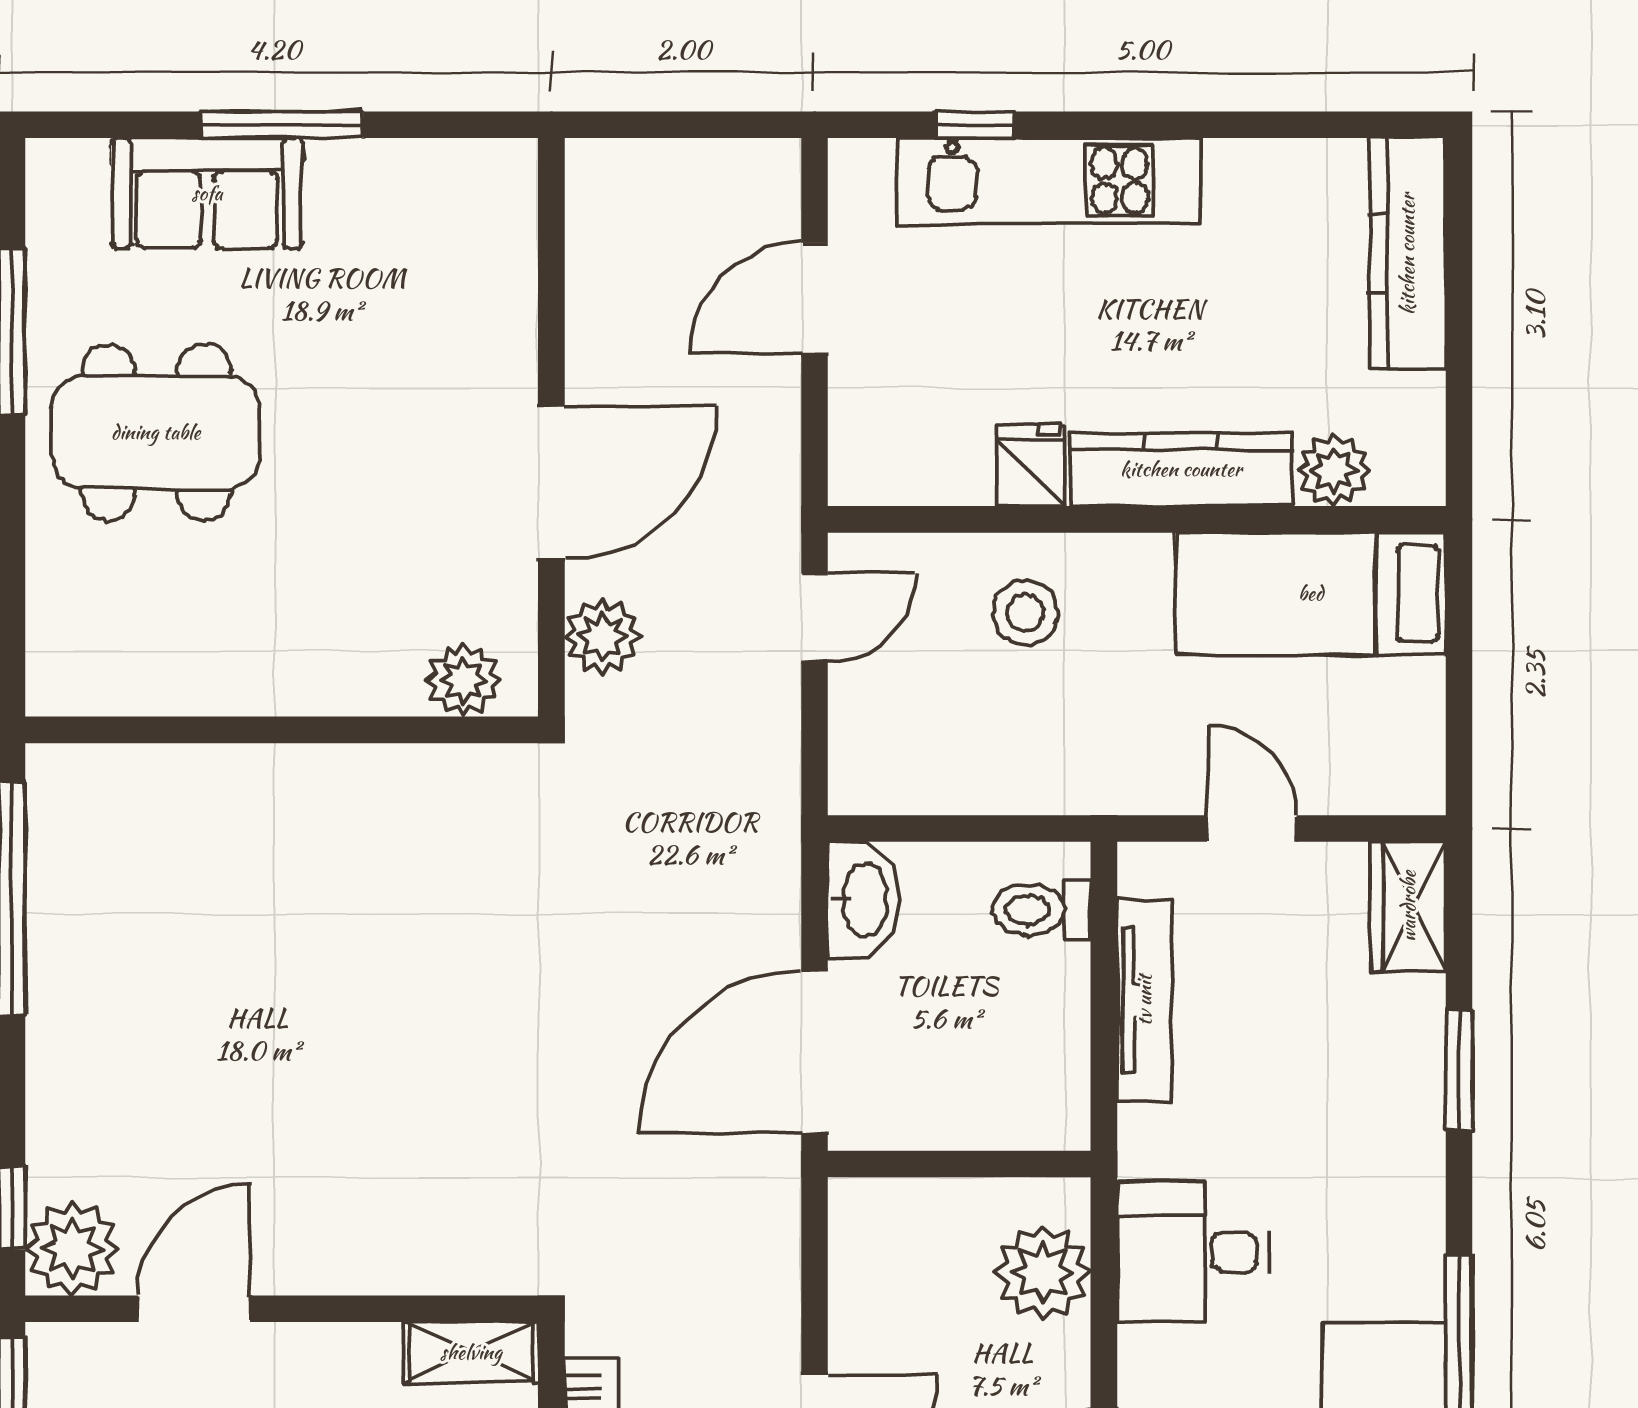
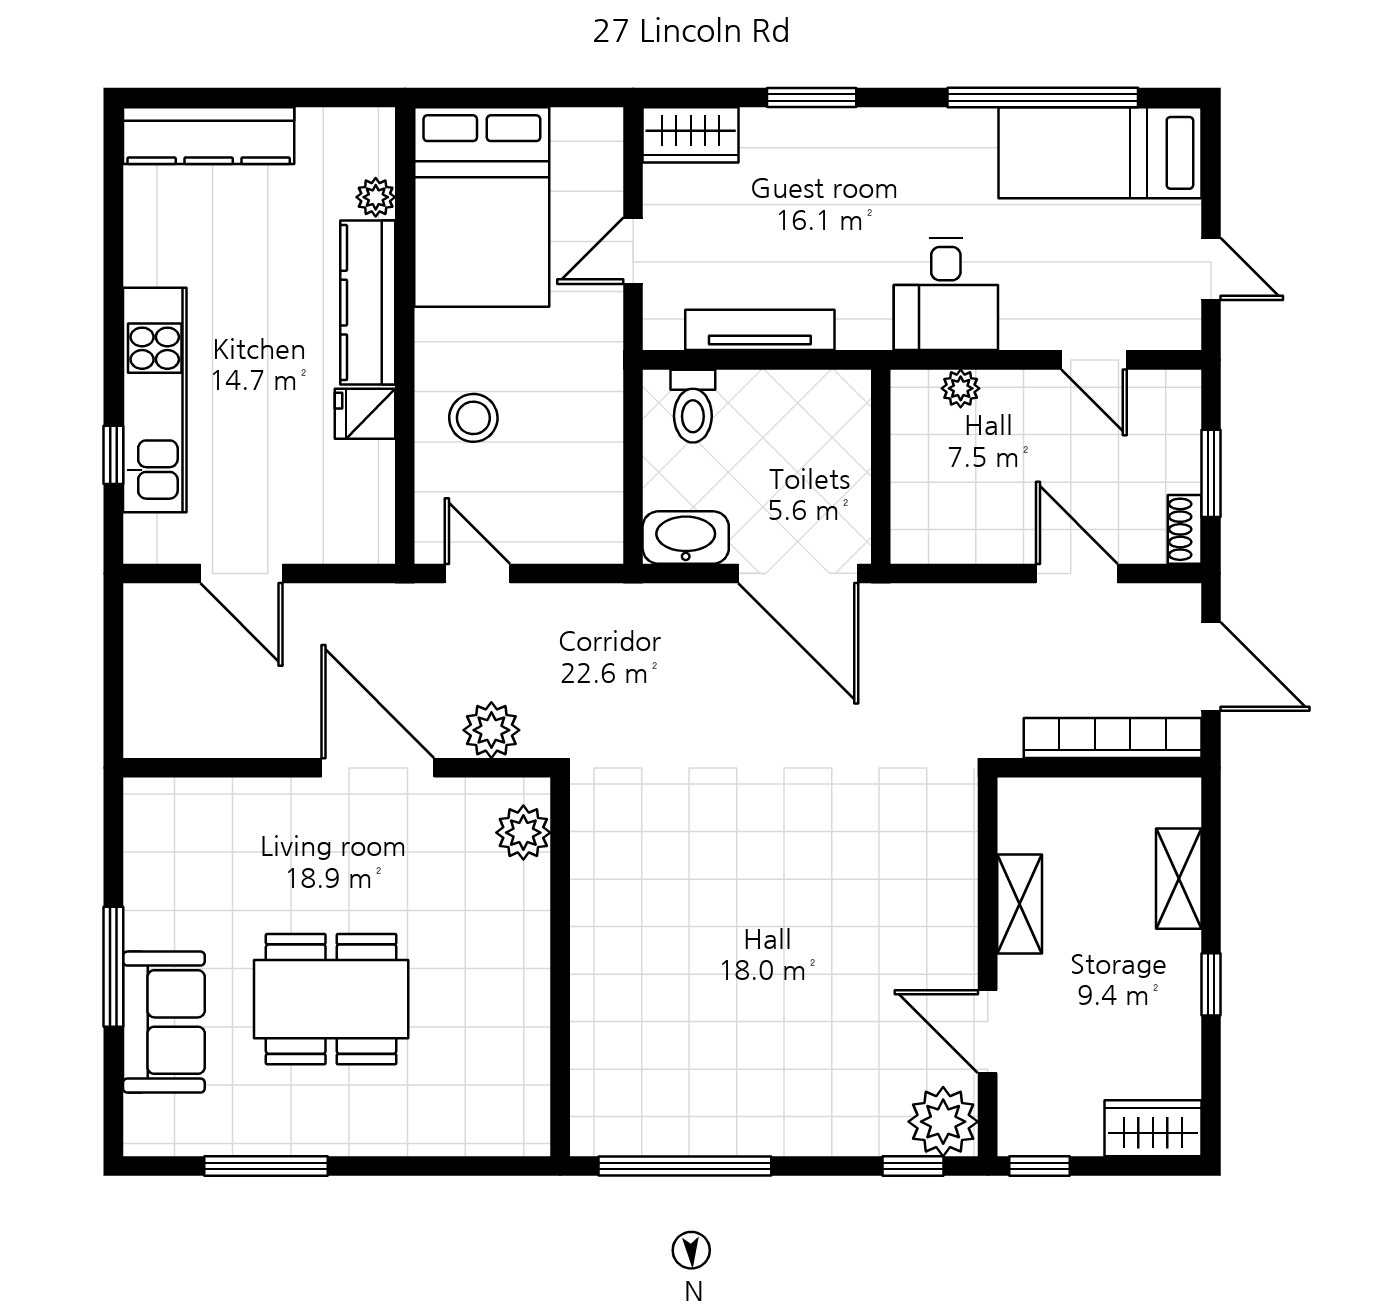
dining table: (156, 432) -> (331, 999), moved, turned 90
plant: (1334, 470) -> (376, 197), width x0.73, depth x0.73
bed: (1311, 593) -> (482, 207), width x1.50
plant: (1043, 1272) -> (961, 388), width x0.53, depth x0.53
shelving: (471, 1352) -> (1020, 904), moved

